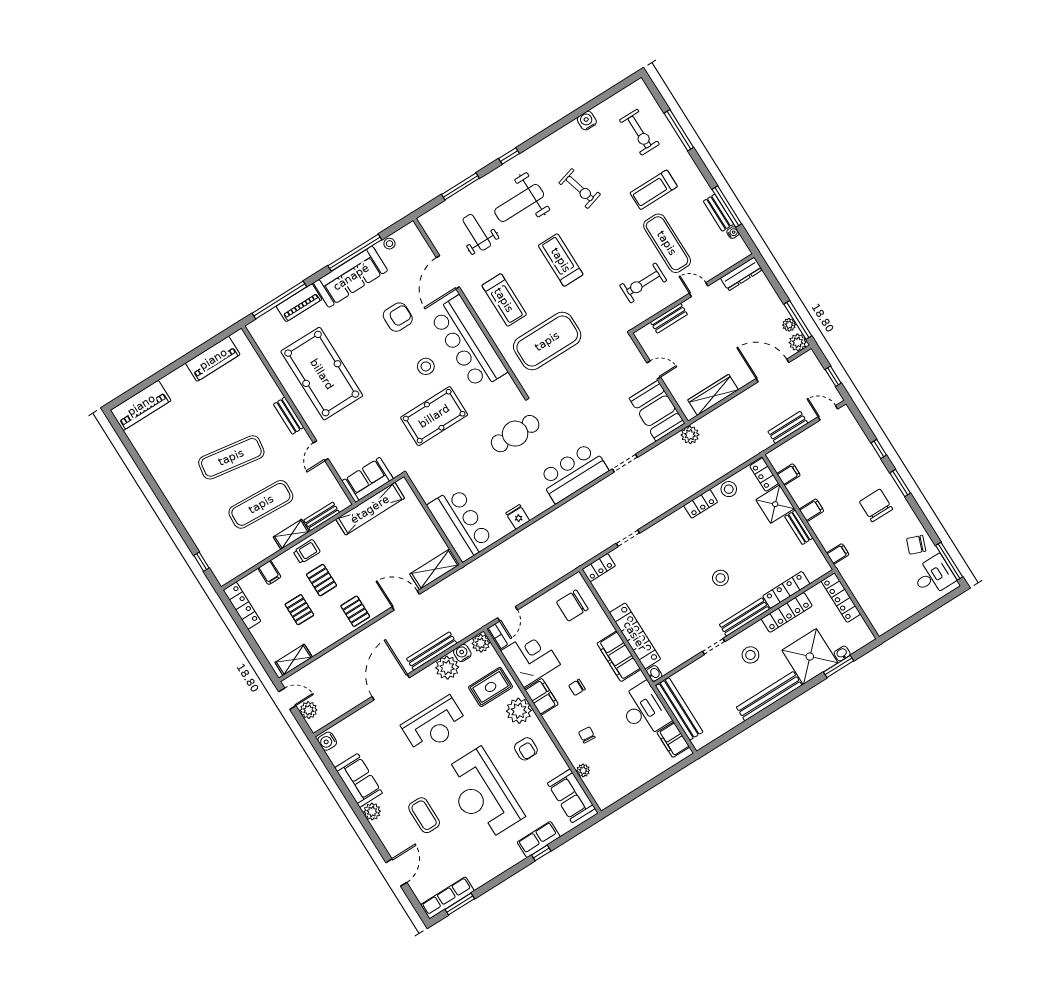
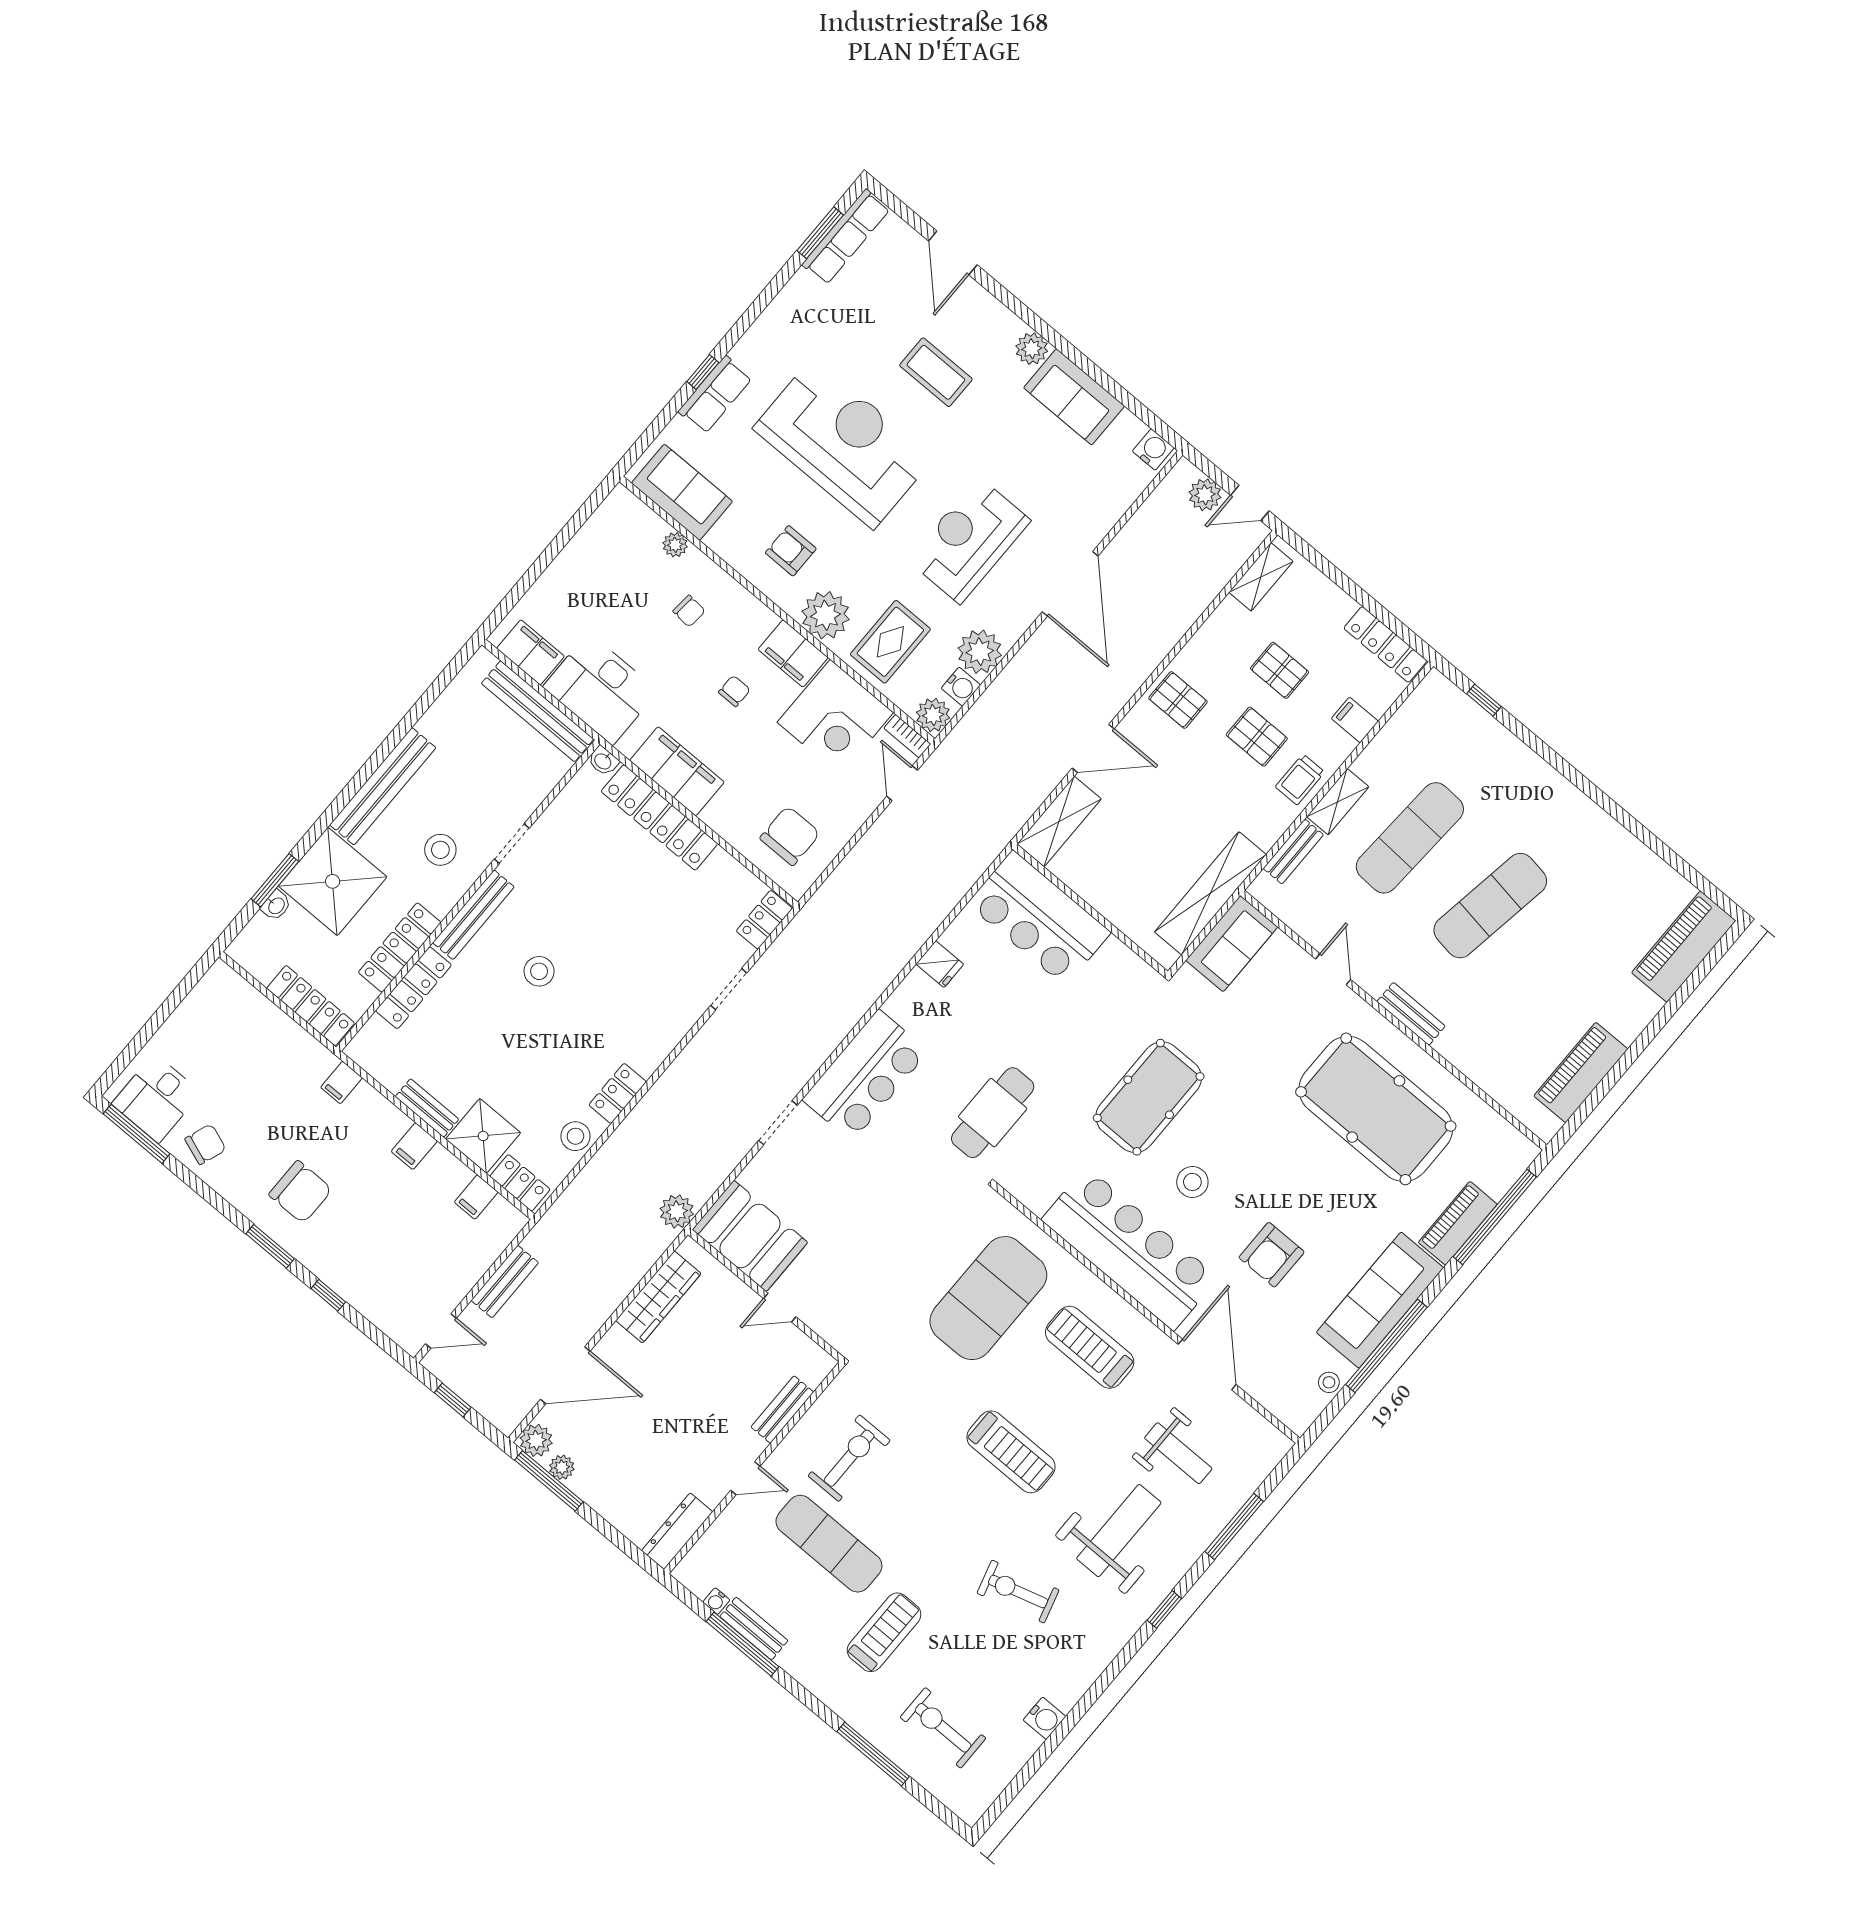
bench: (432, 651) -> (1017, 672), removed

